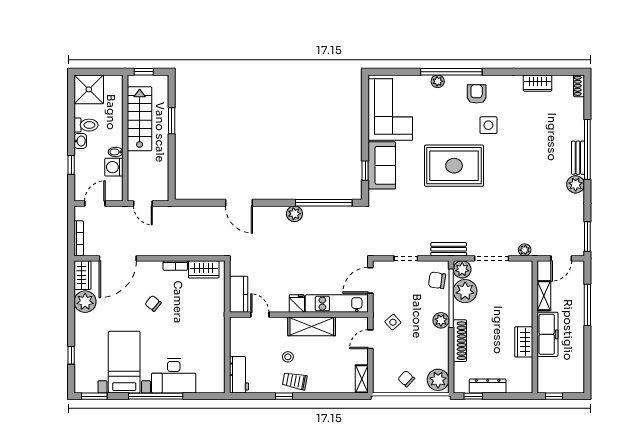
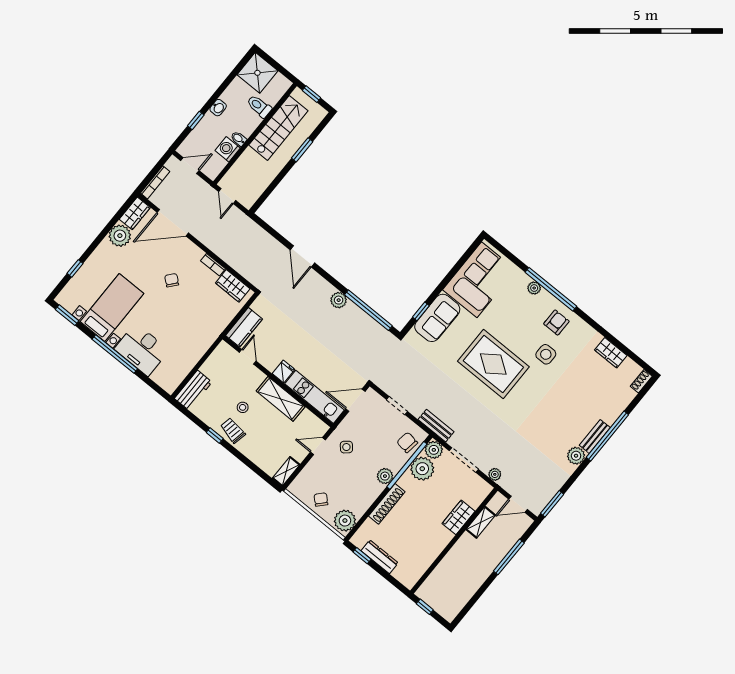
toilet: (86, 125) -> (259, 106), moved, turned 180
freezer: (547, 334) -> (459, 555), removed
wardrobe: (524, 342) -> (459, 517), moved

